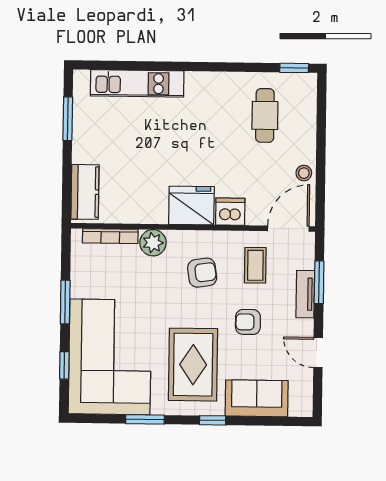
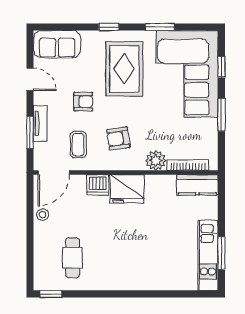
kitchen unit: (137, 83) -> (208, 255), moved, turned -90
kitchen counter: (85, 192) -> (197, 185), moved, turned -90
sofa: (257, 398) -> (57, 44), moved

